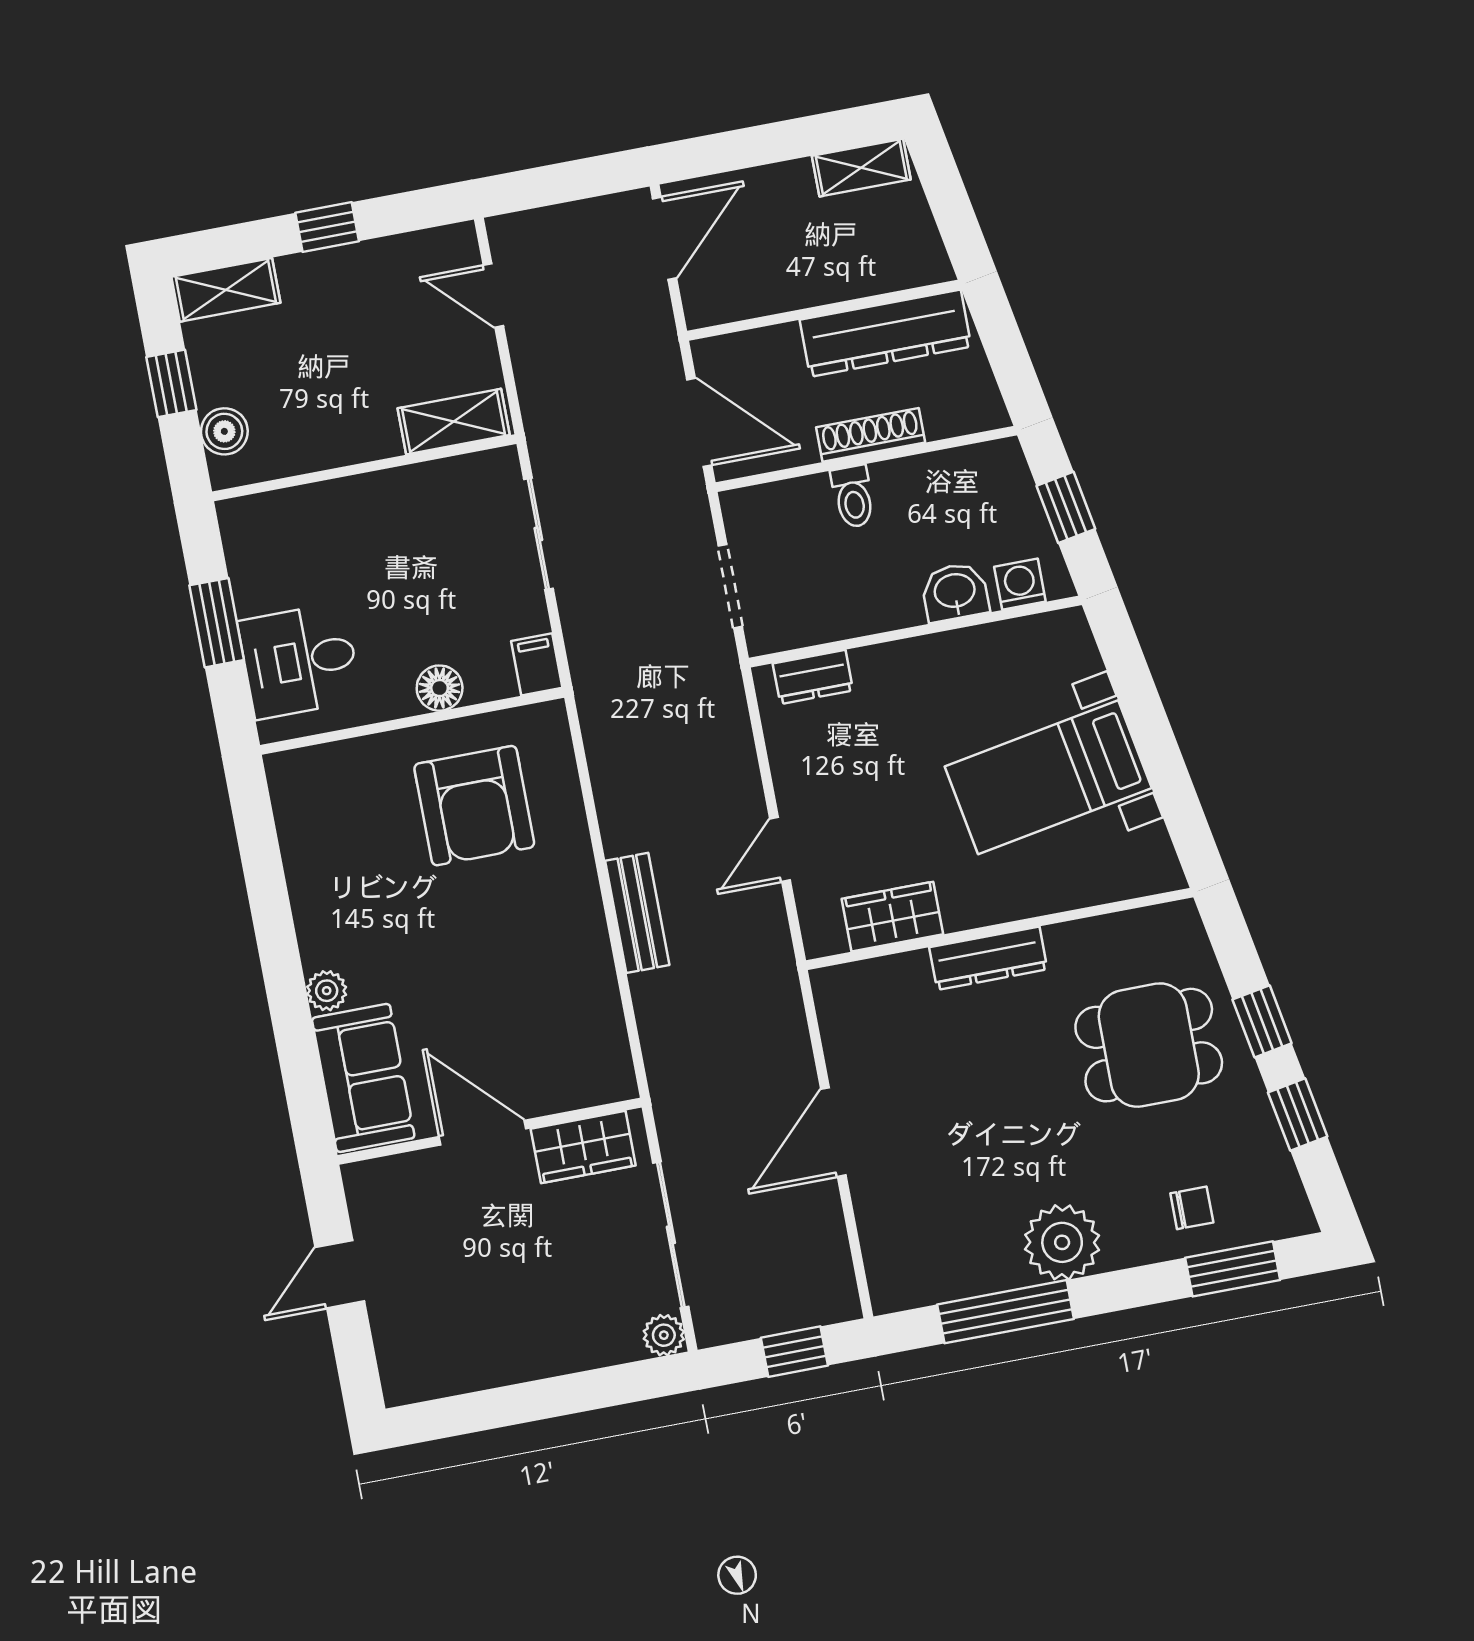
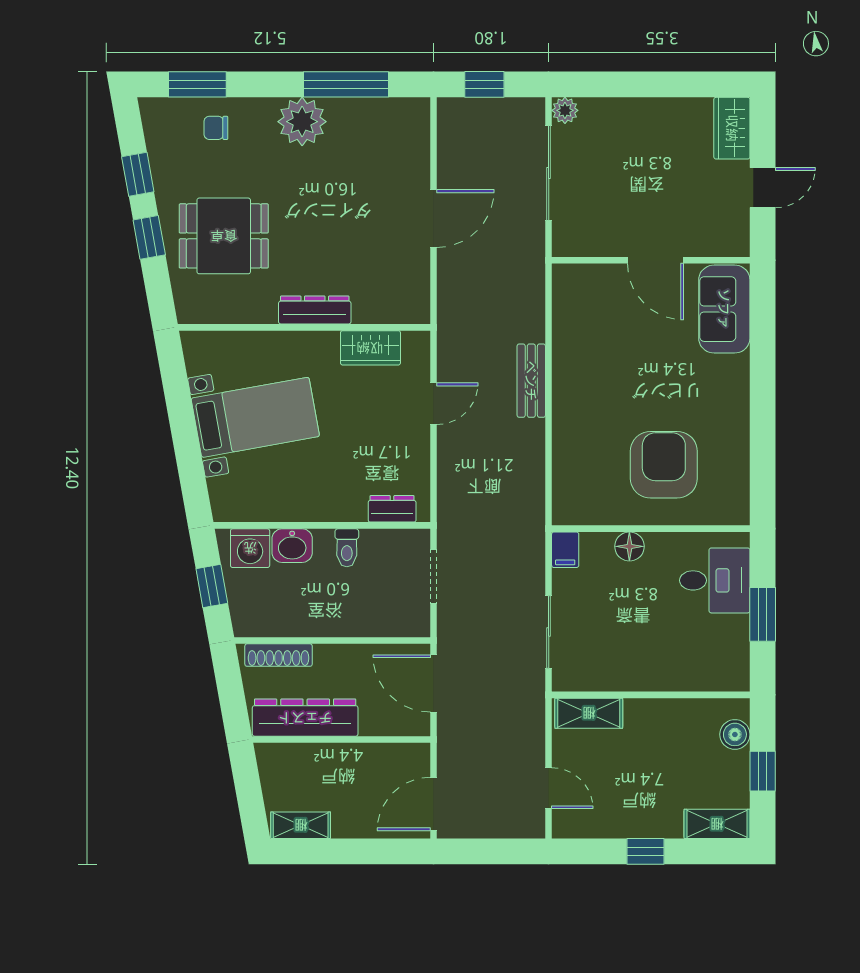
shoe rack: (871, 435) -> (279, 655), moved
toilet: (853, 497) -> (347, 548), moved, turned 180
washing machine: (1020, 584) -> (250, 548), width x1.38, depth x1.38
armchair: (474, 806) -> (664, 465), moved
plant: (327, 991) -> (737, 369), removed
wardrobe: (583, 1147) -> (732, 128), moved, turned -90

